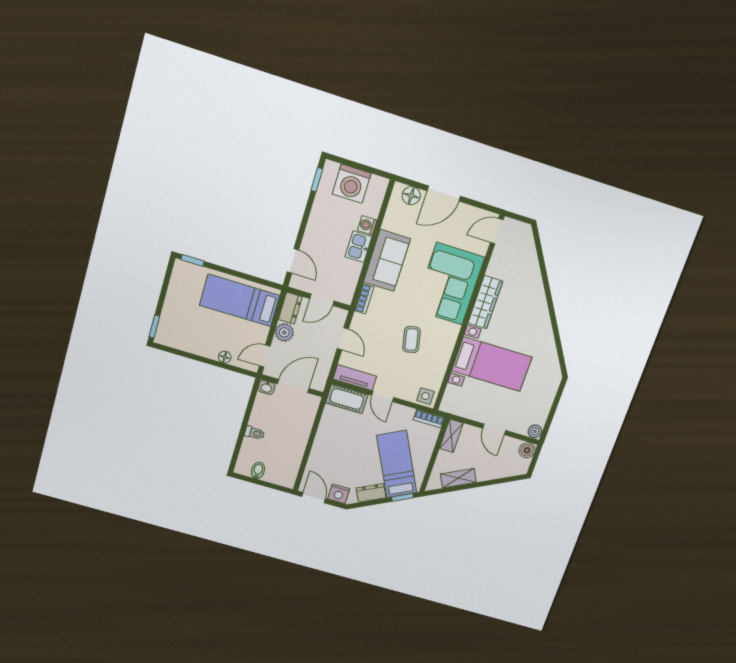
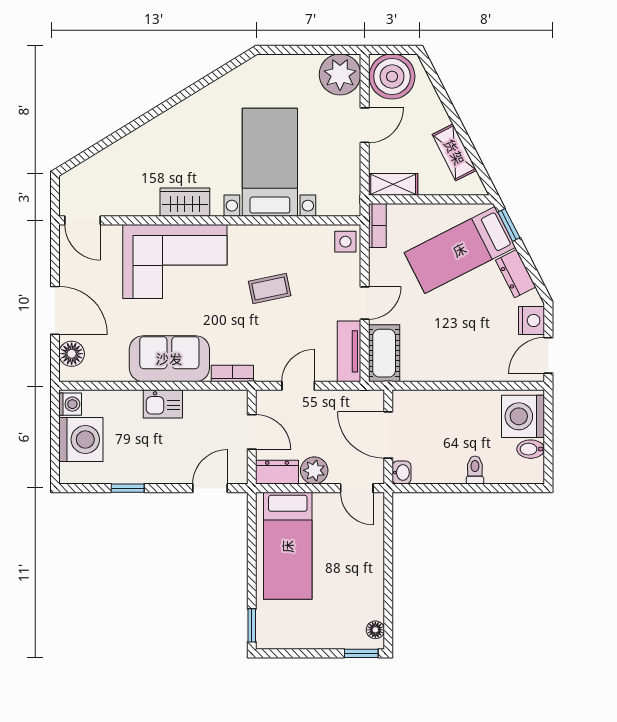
window: (317, 180) -> (128, 488), moved
washing machine: (367, 225) -> (70, 404), moved, turned -90
wardrobe: (485, 302) -> (185, 202), width x0.67
floor lamp: (225, 357) -> (375, 630), moved
plant: (535, 431) -> (340, 74), width x1.87, depth x1.87
boiler: (527, 450) -> (392, 76), width x1.86, depth x1.86
washing machine: (280, 472) -> (523, 416), added

